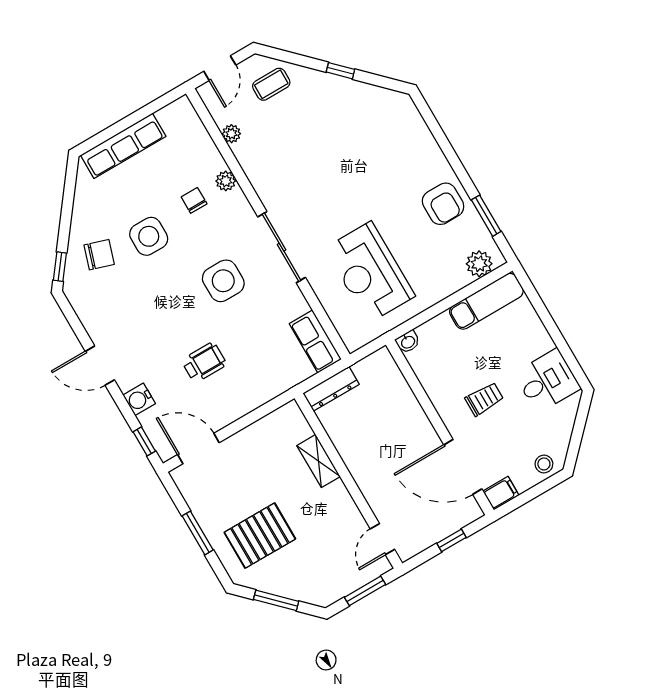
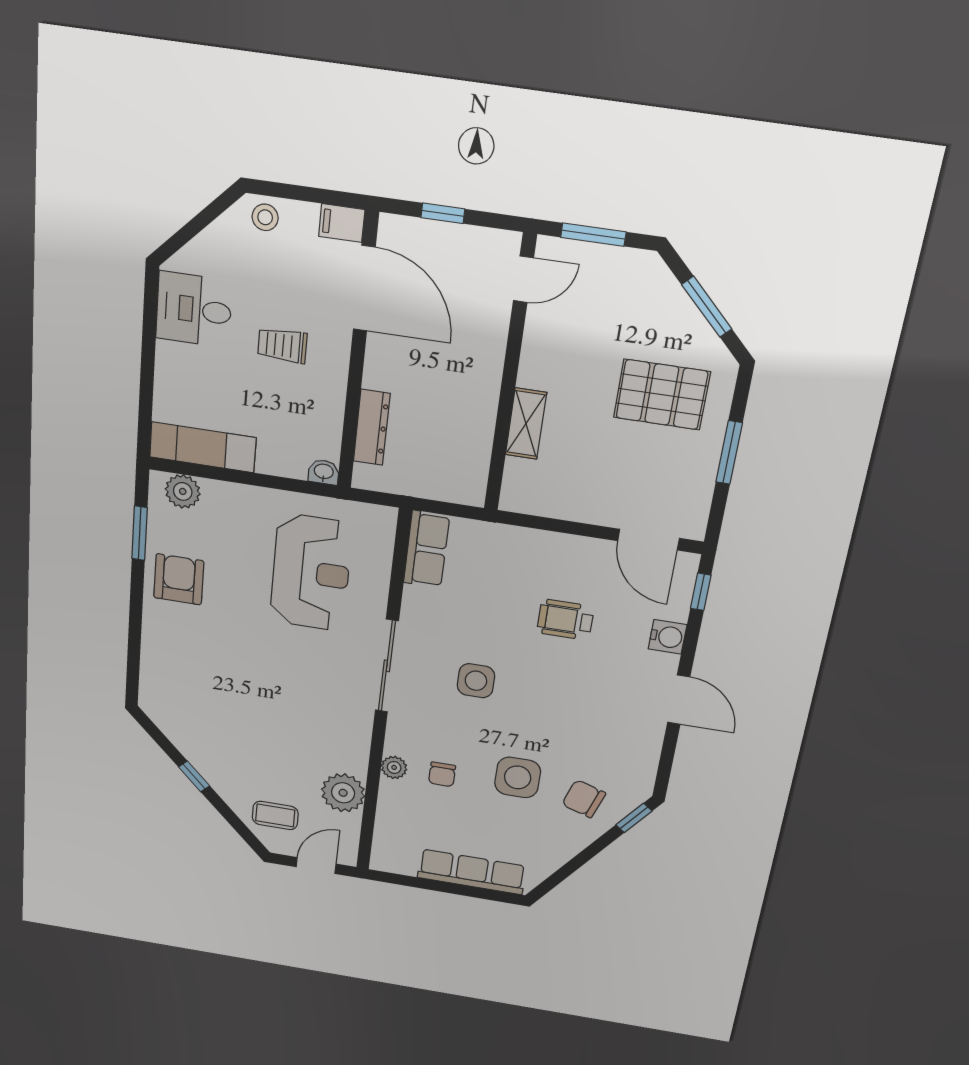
plant: (231, 134) -> (343, 793), width x1.87, depth x1.87
side table: (223, 281) -> (476, 681), width x0.73, depth x0.73
dresser: (331, 389) -> (372, 427), moved, turned 90

